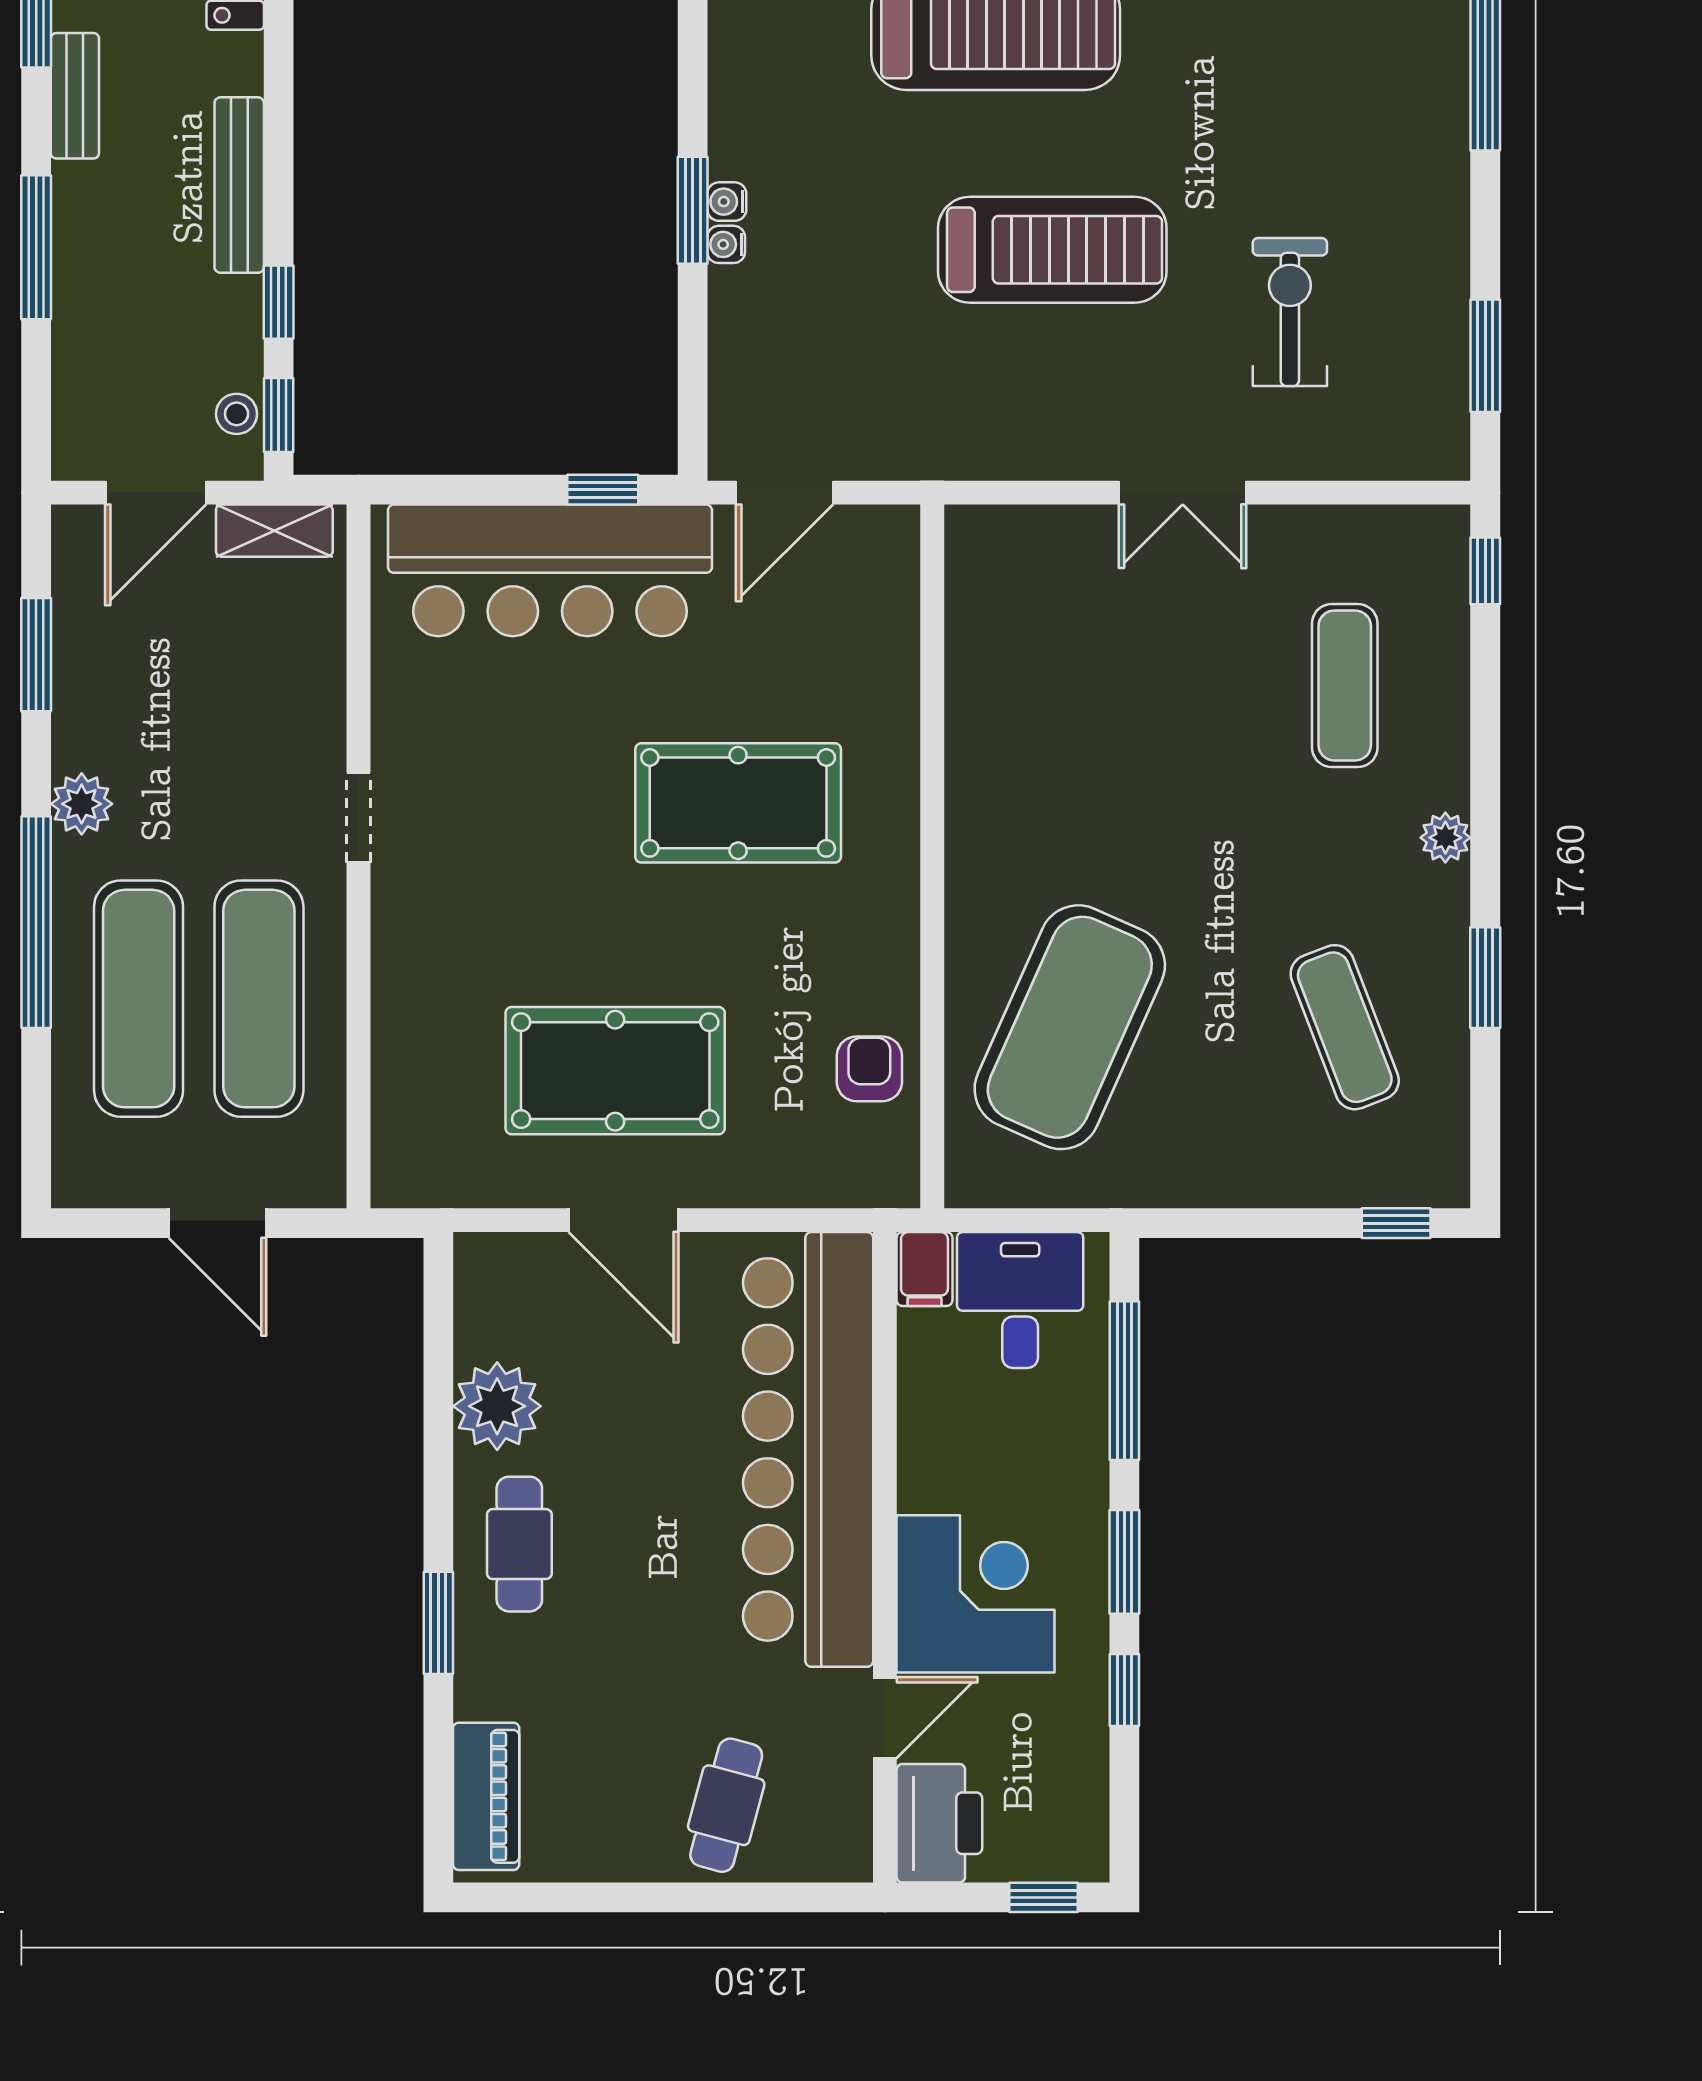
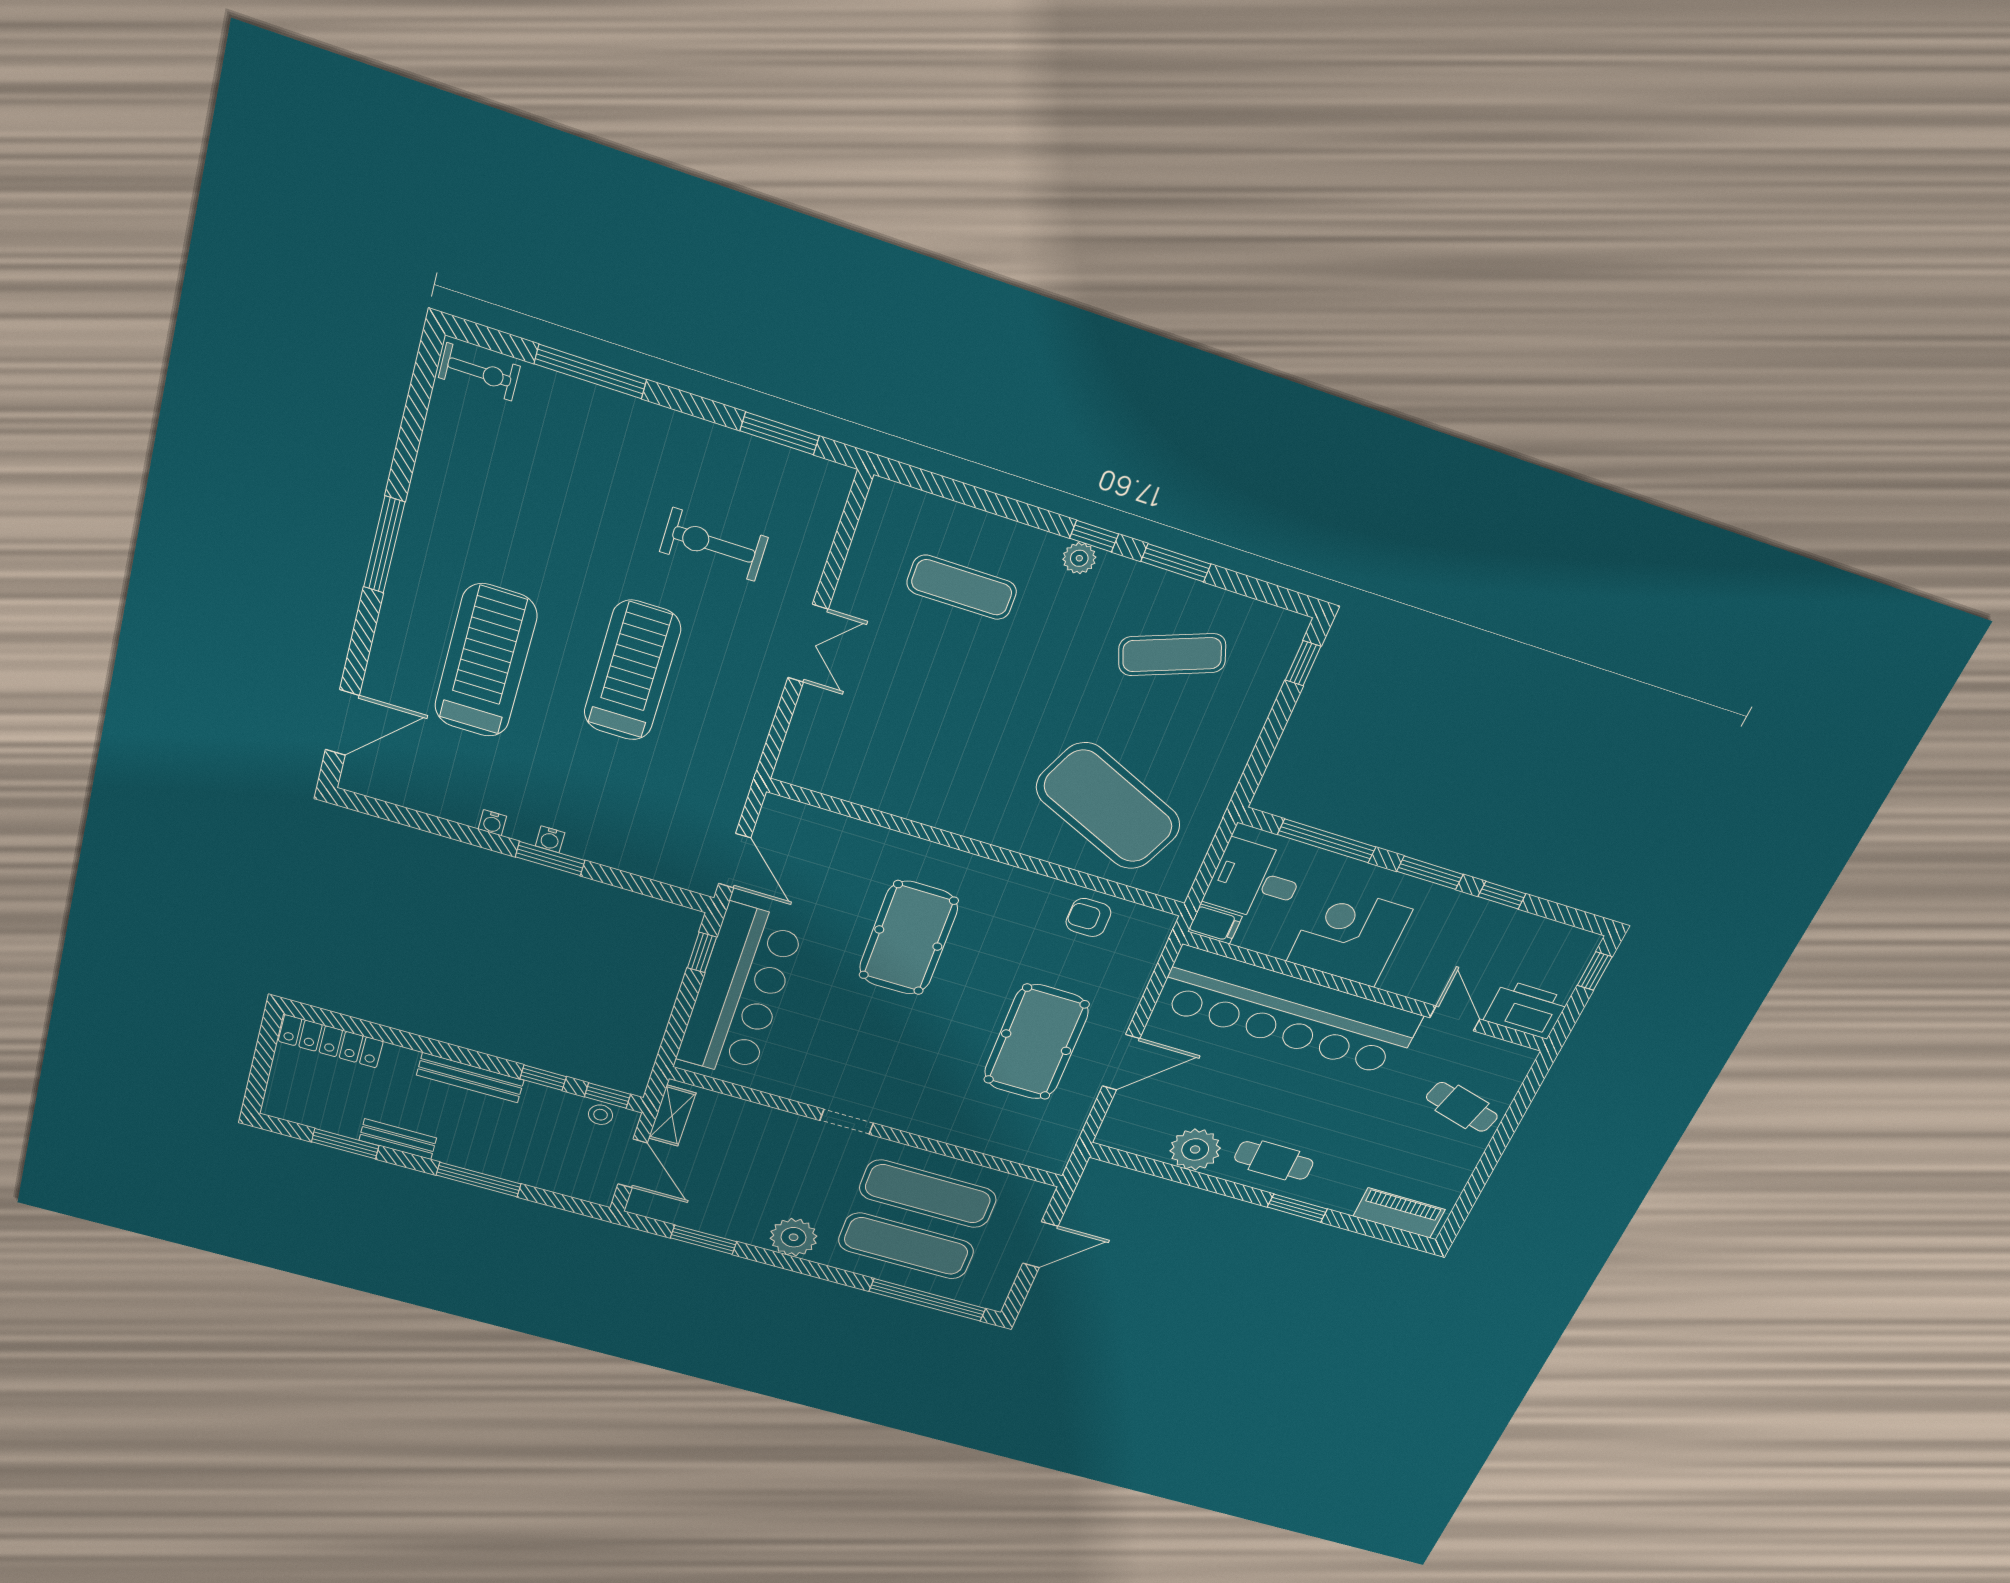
water cooler: (726, 244) -> (492, 823), moved
window: (1485, 571) -> (1094, 536), moved
plant: (82, 804) -> (794, 1237), width x1.36, depth x1.36
window: (36, 922) -> (927, 1300), moved
corner desk: (976, 1594) -> (1349, 935), moved

